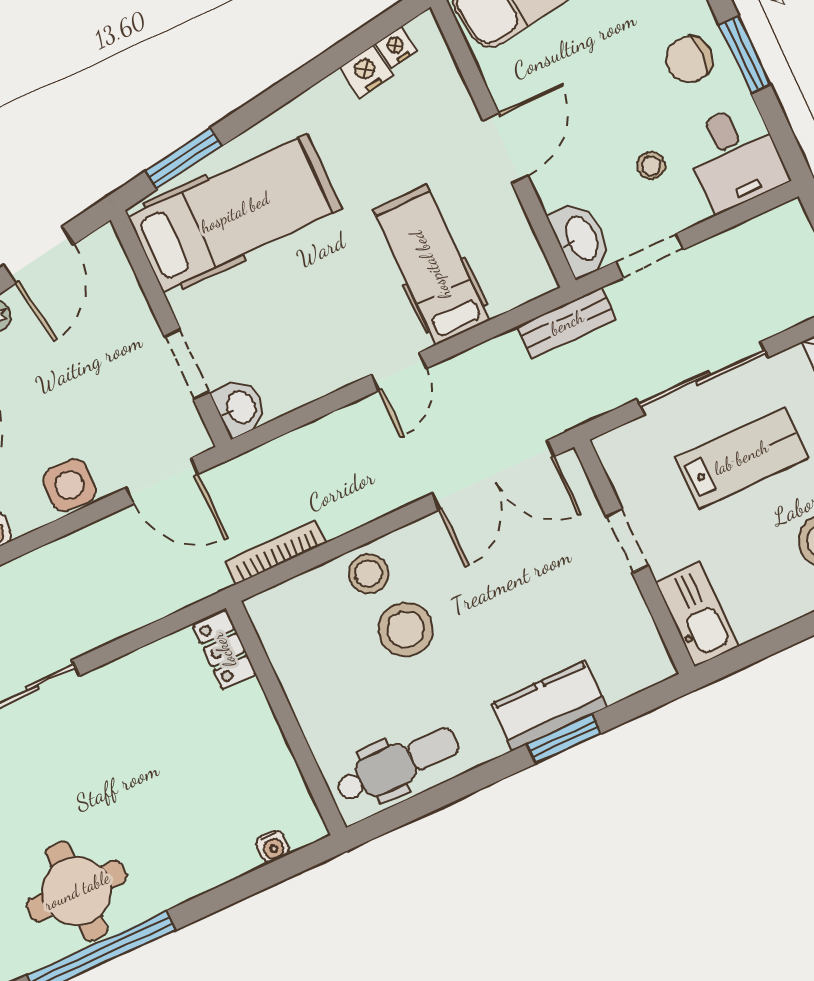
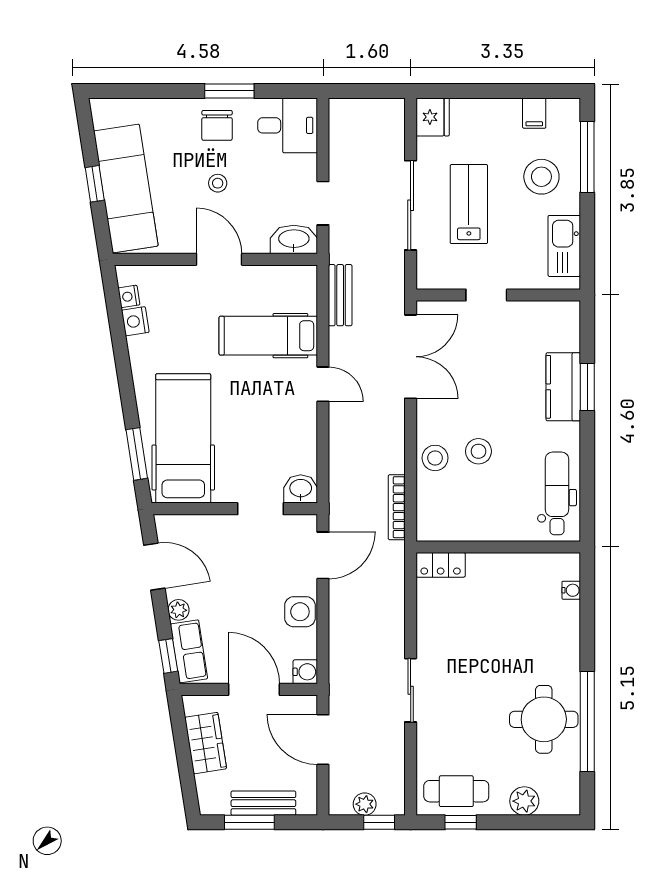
stool: (651, 166) -> (218, 183), moved
bench: (567, 323) -> (340, 295), moved
kitchen sink: (697, 614) -> (564, 246), moved, turned -90
stool: (406, 629) -> (478, 451), width x0.73, depth x0.73

